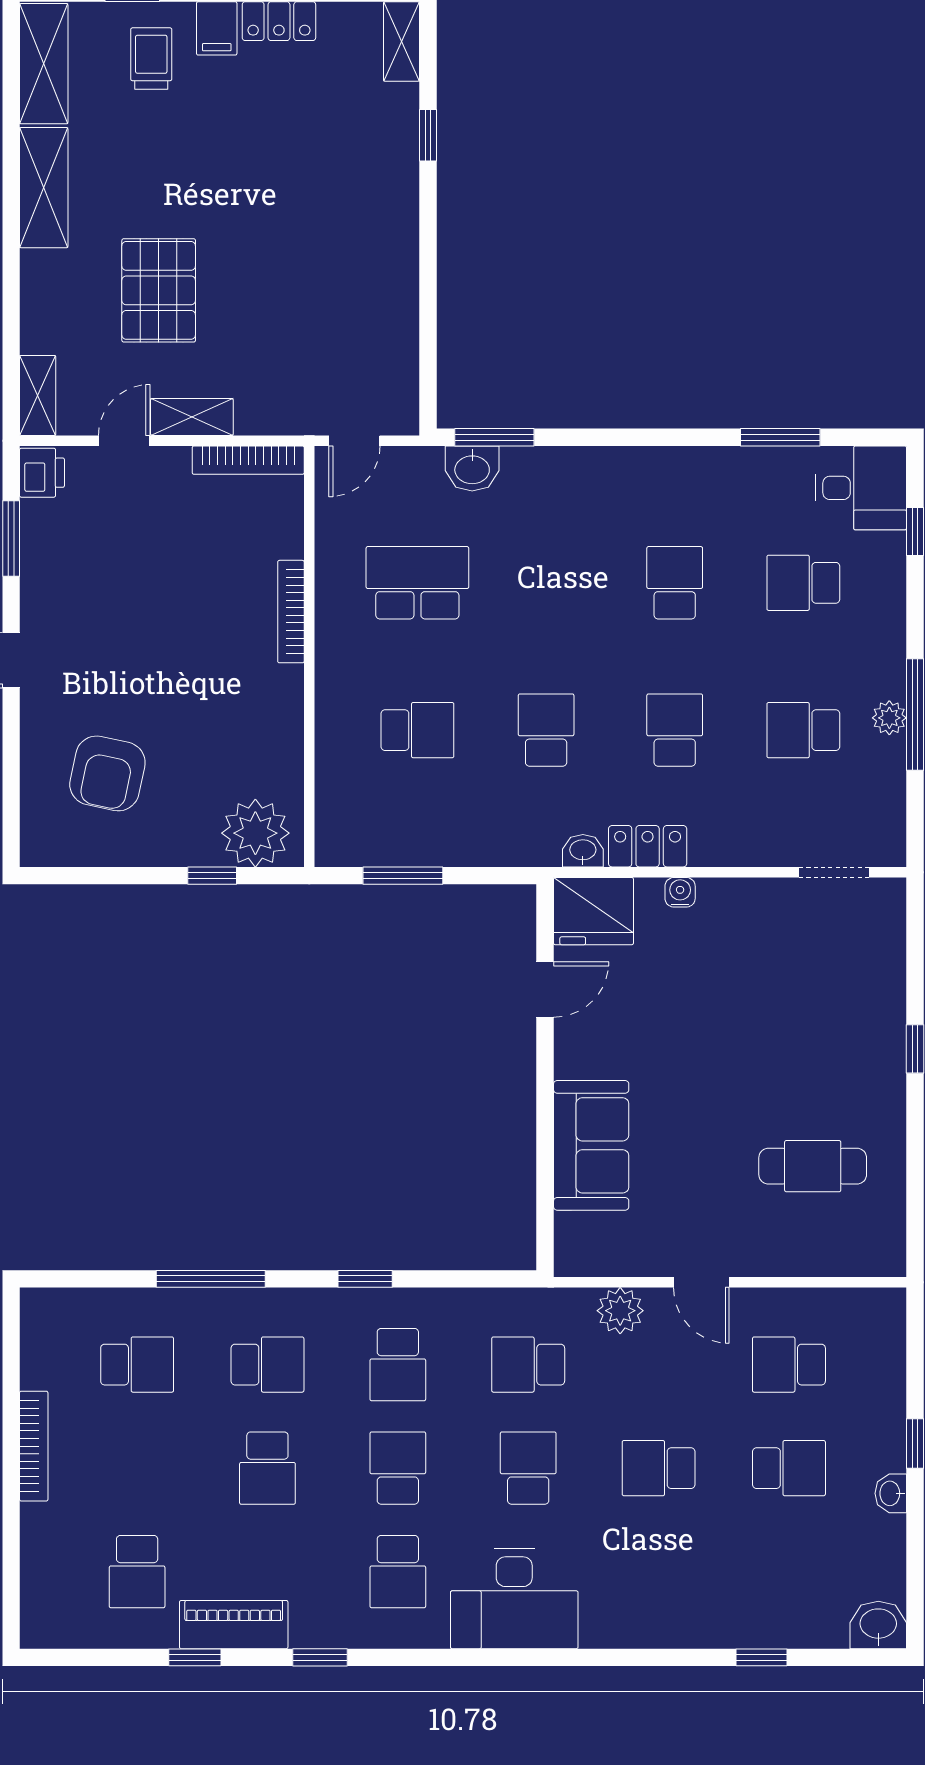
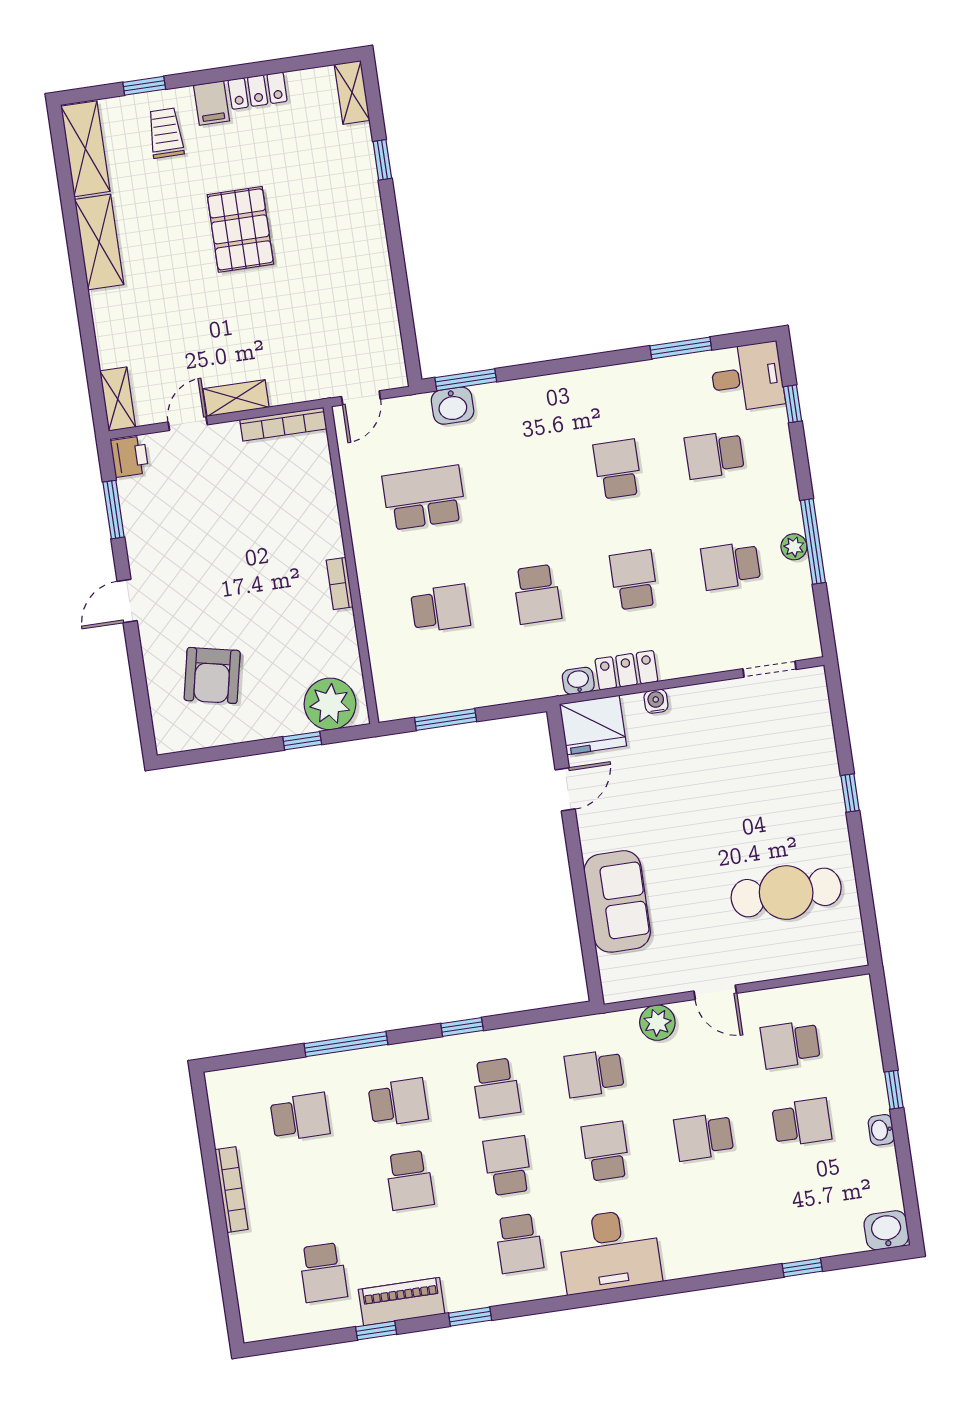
pallet: (159, 290) -> (240, 229), moved
bookcase: (291, 612) -> (340, 584), moved, width x0.64
school desk: (546, 730) -> (537, 594), turned 180
cafe table: (813, 1166) -> (786, 893), width x1.37, depth x1.35

